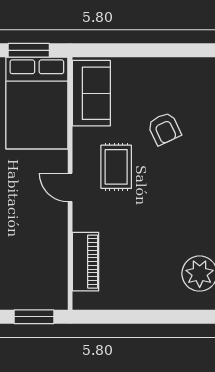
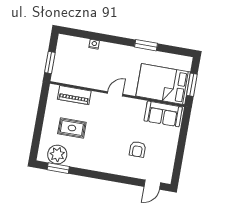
armchair: (164, 129) -> (137, 149), turned -65
rug: (116, 167) -> (72, 128), moved

